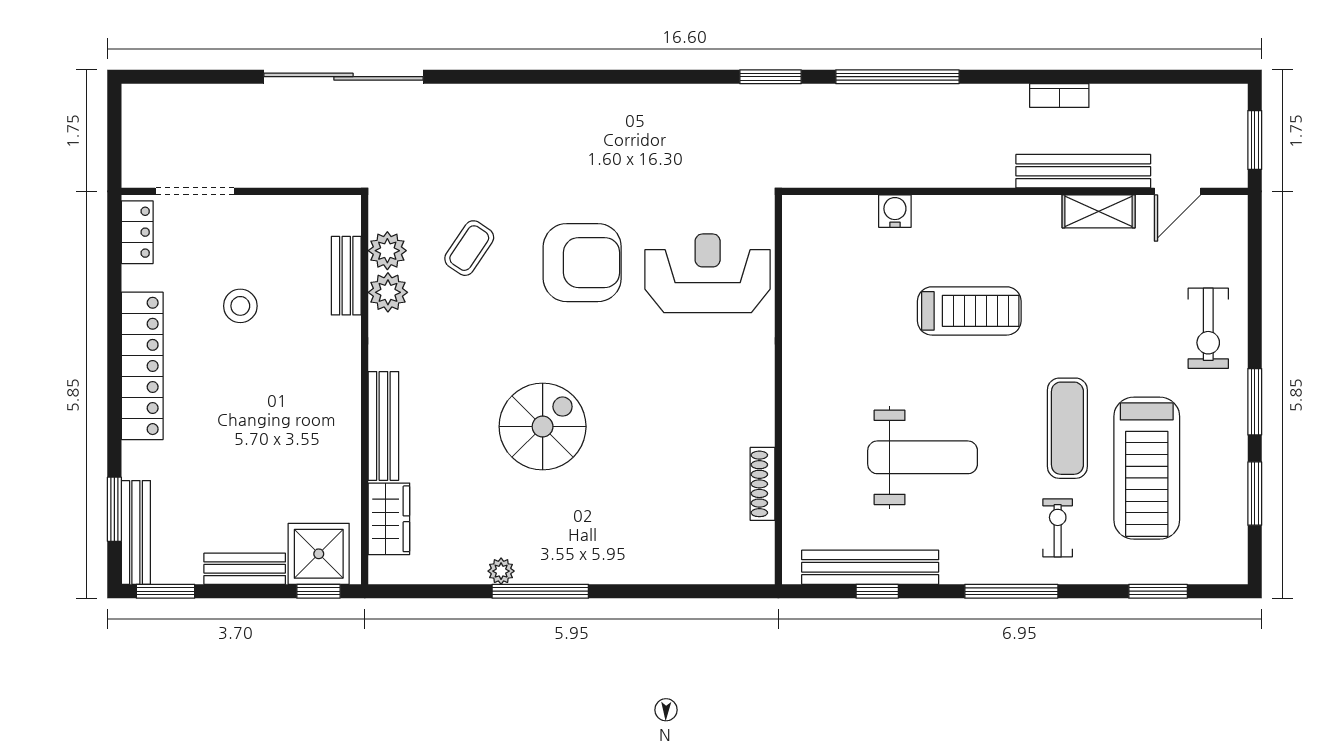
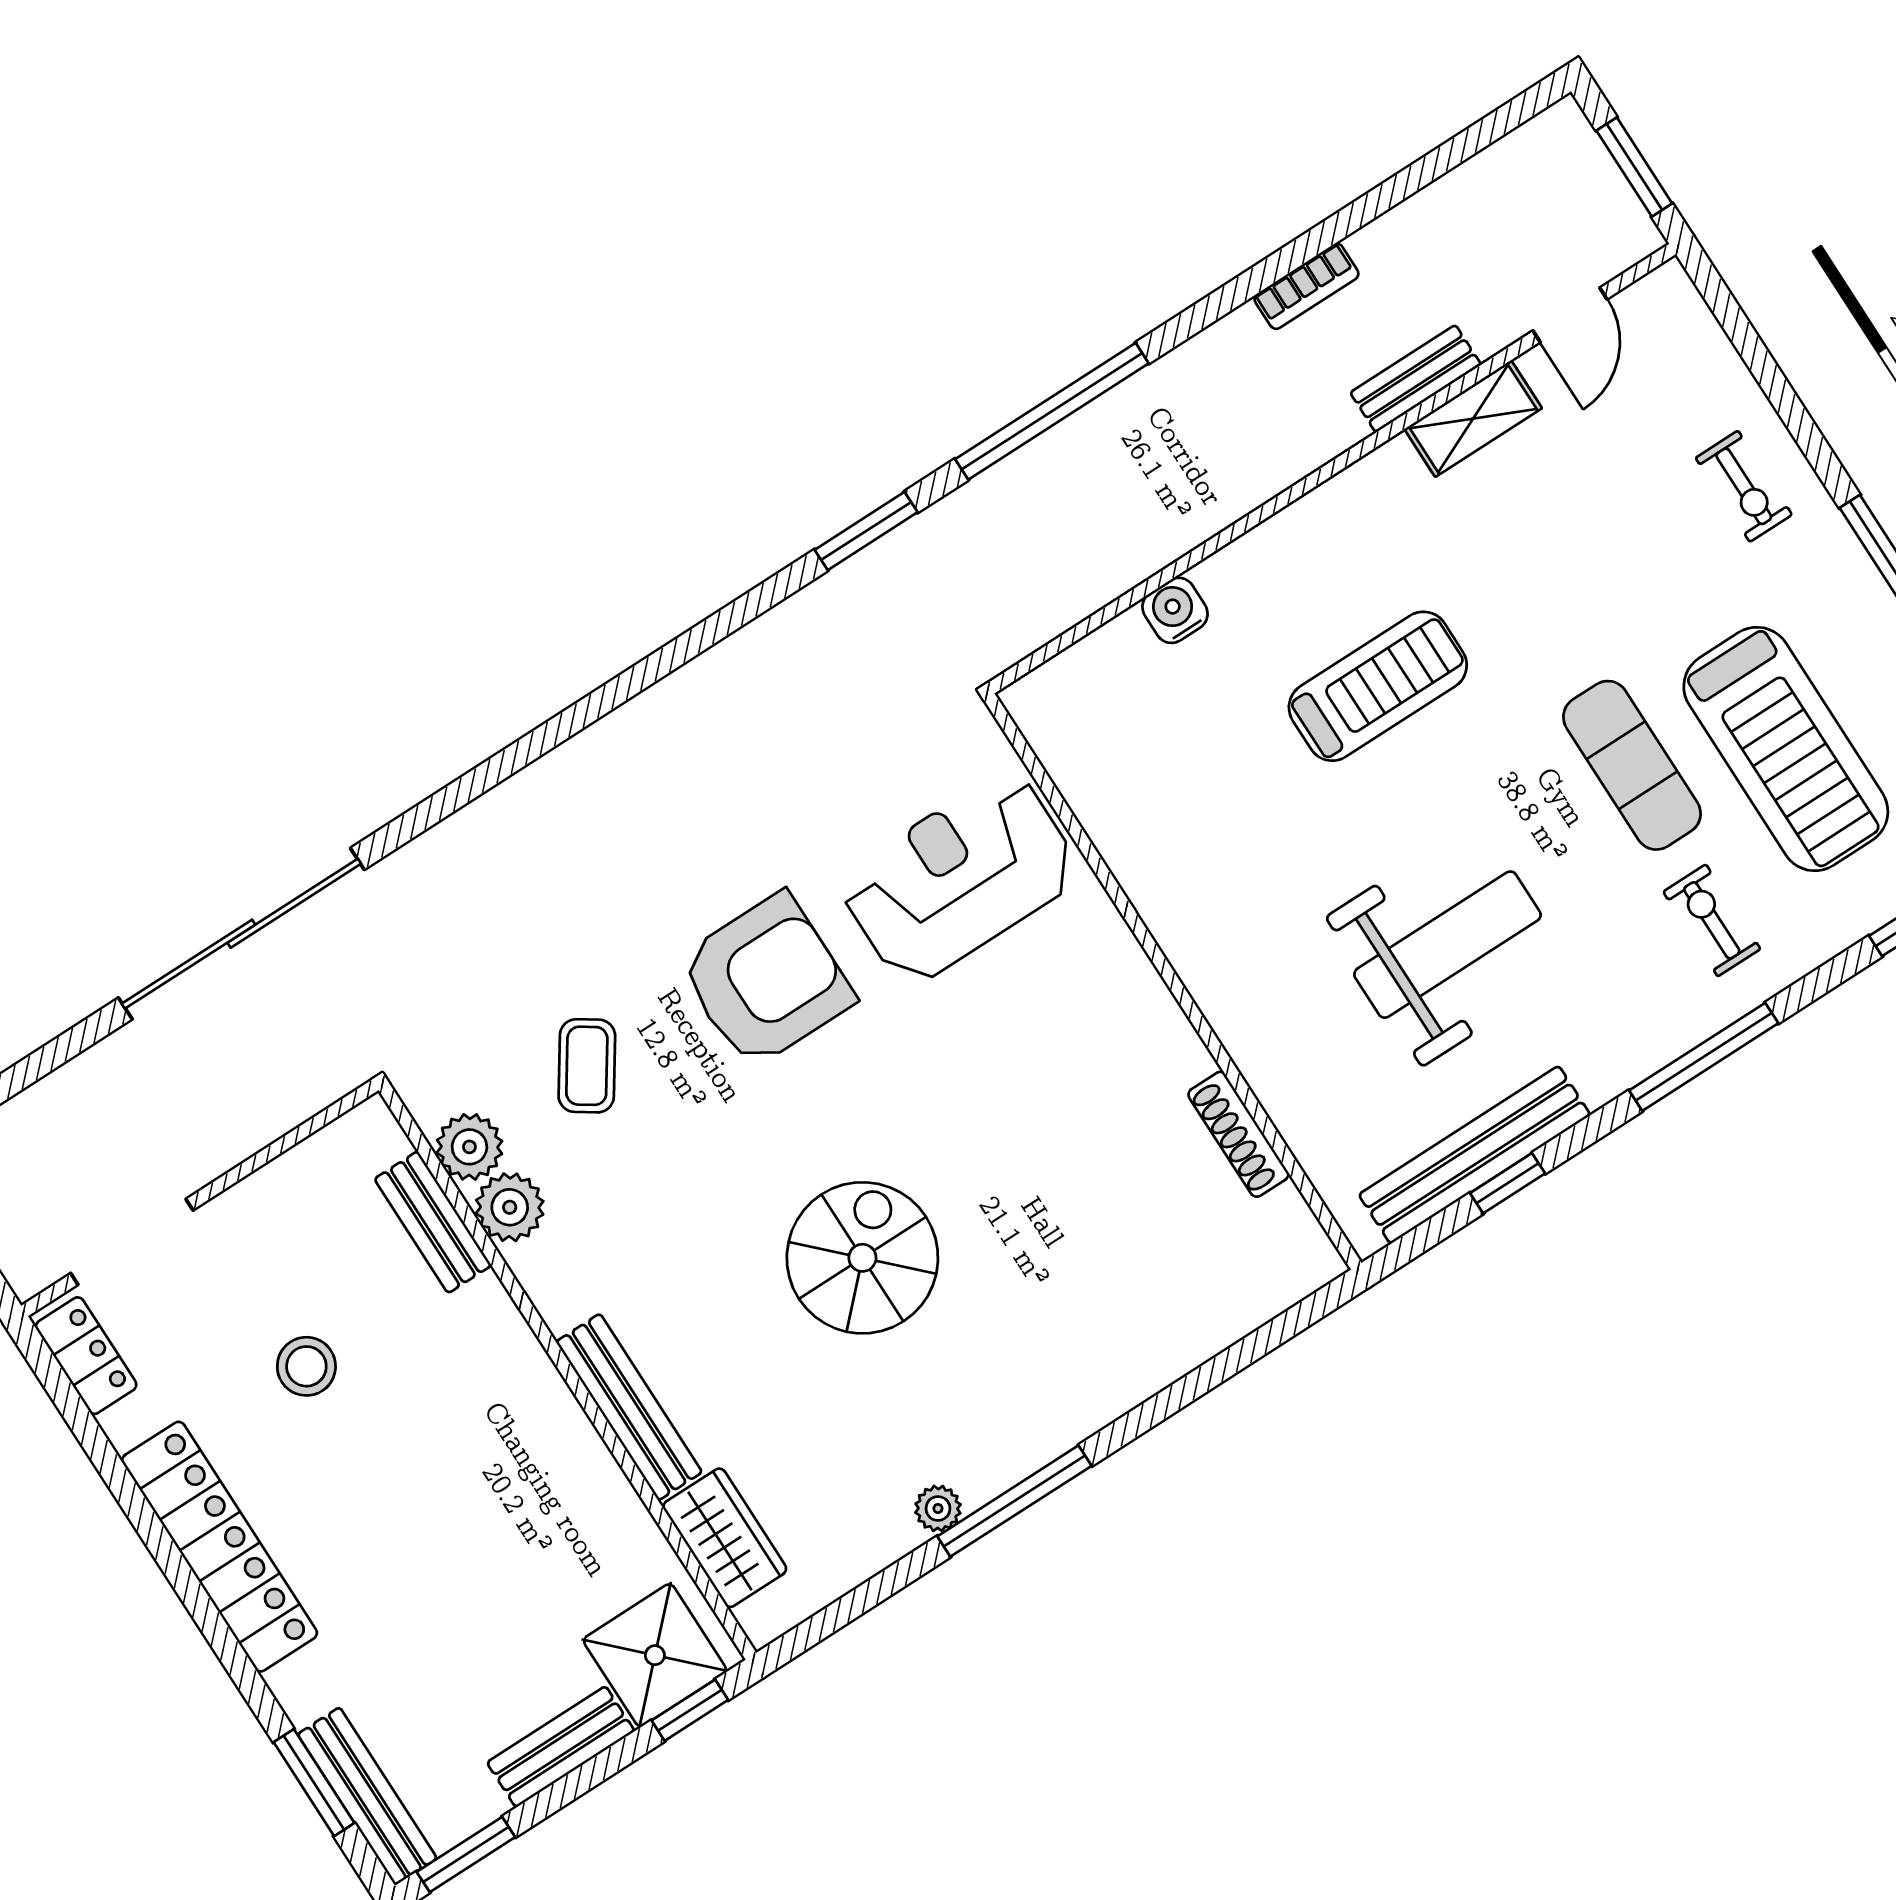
bench: (1083, 171) -> (1416, 379), width x0.54, depth x0.82
exercise bike: (1208, 328) -> (1744, 486), width x0.73, depth x0.72

